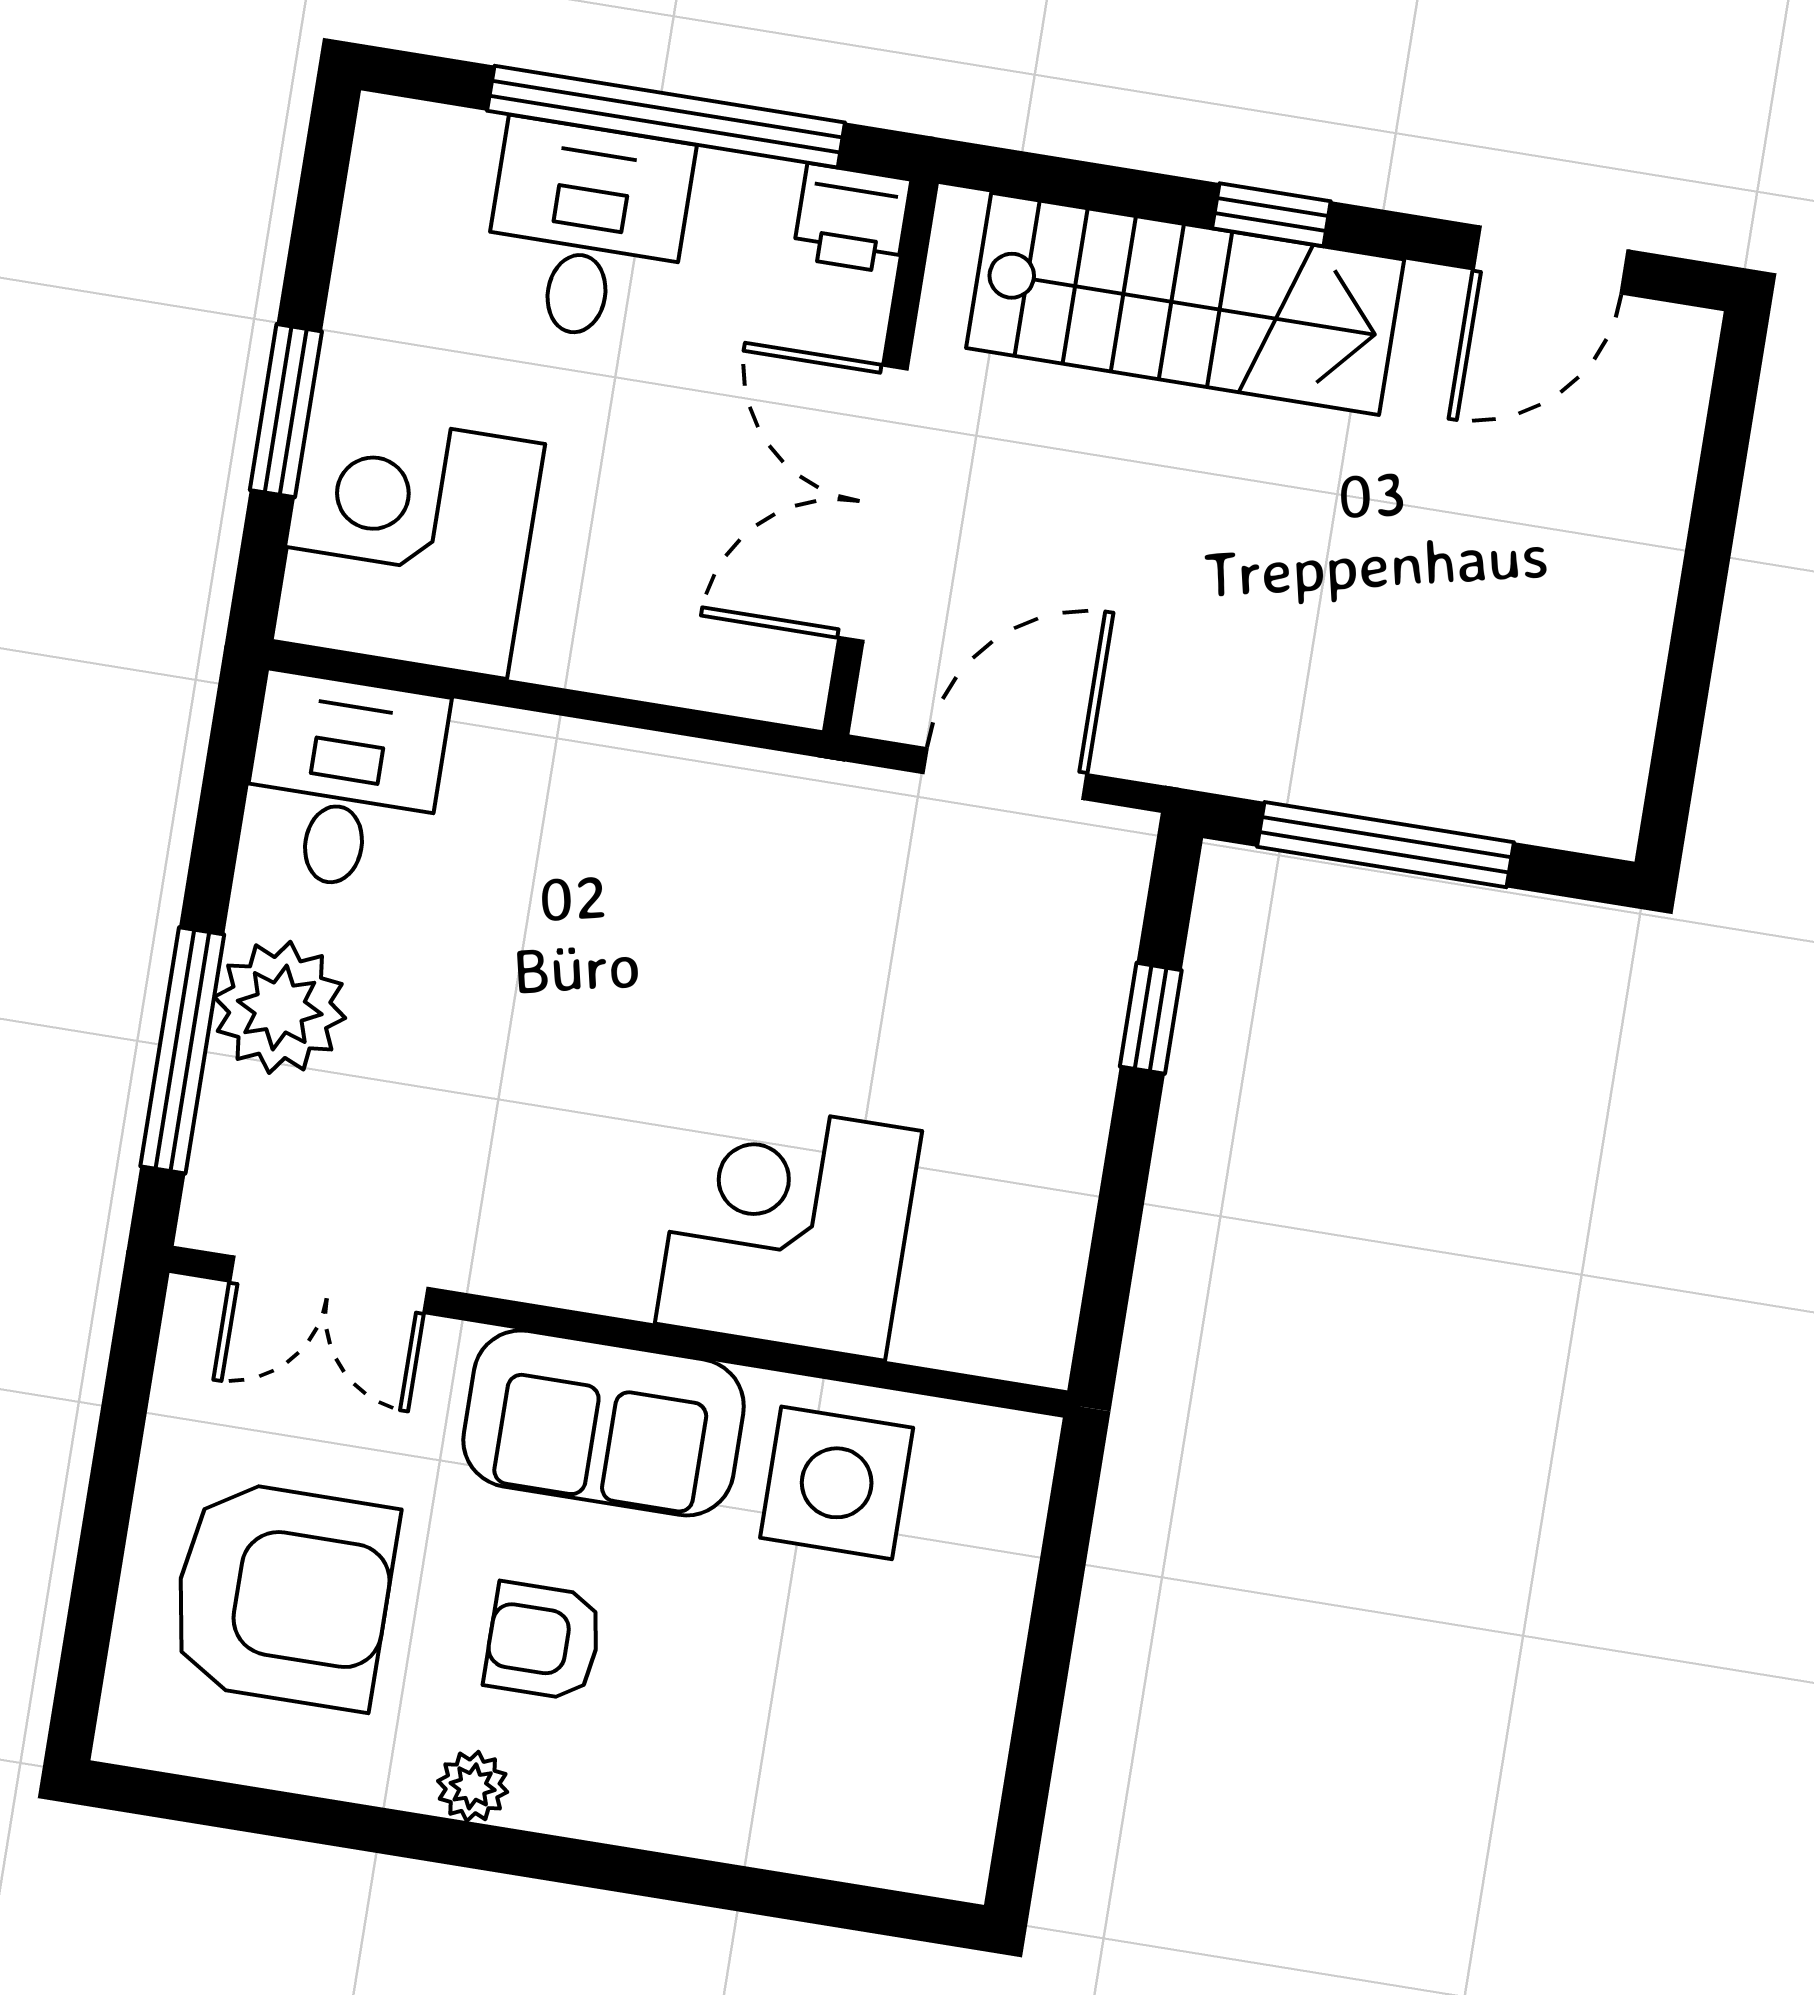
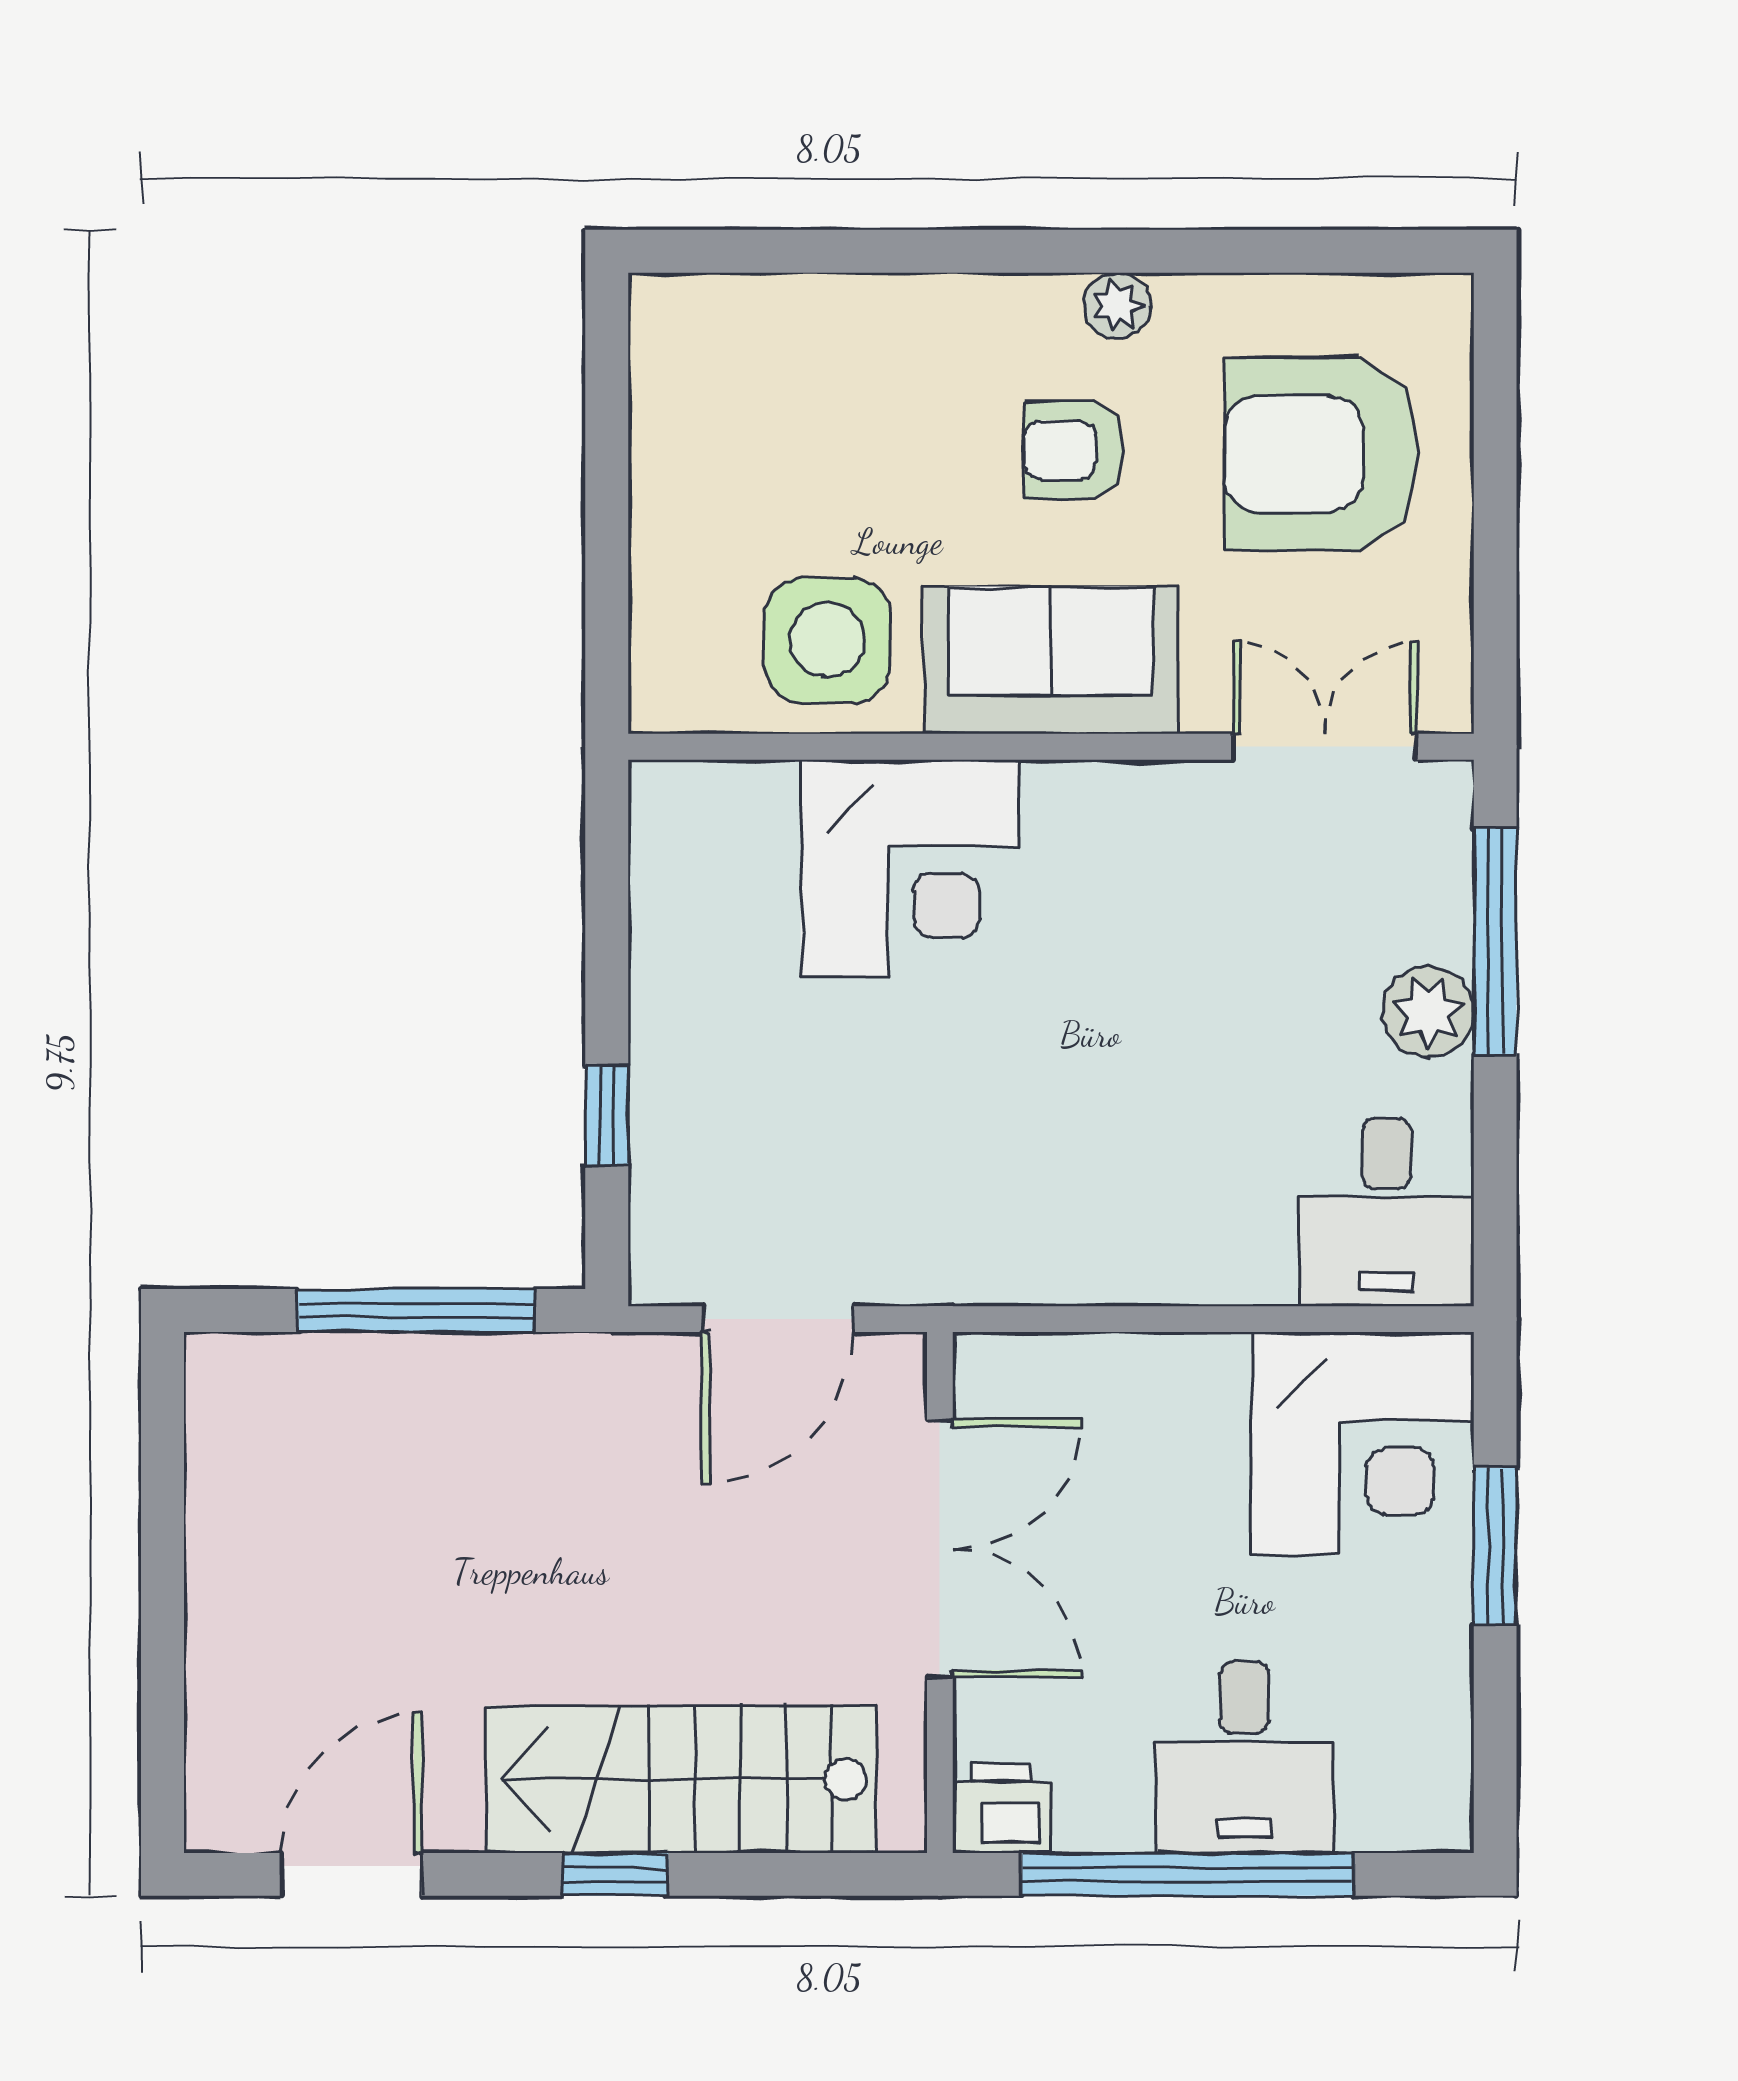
plant: (280, 1007) -> (1428, 1012), width x0.73, depth x0.73
armchair: (543, 1641) -> (1074, 450), turned 180

